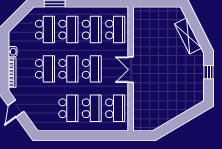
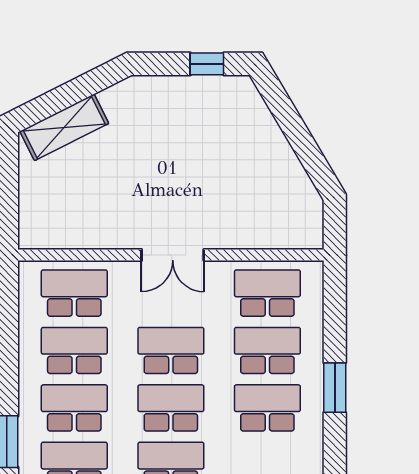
shelving: (188, 36) -> (64, 127), moved
window: (209, 72) -> (207, 64), moved
window: (77, 136) -> (335, 388), added

